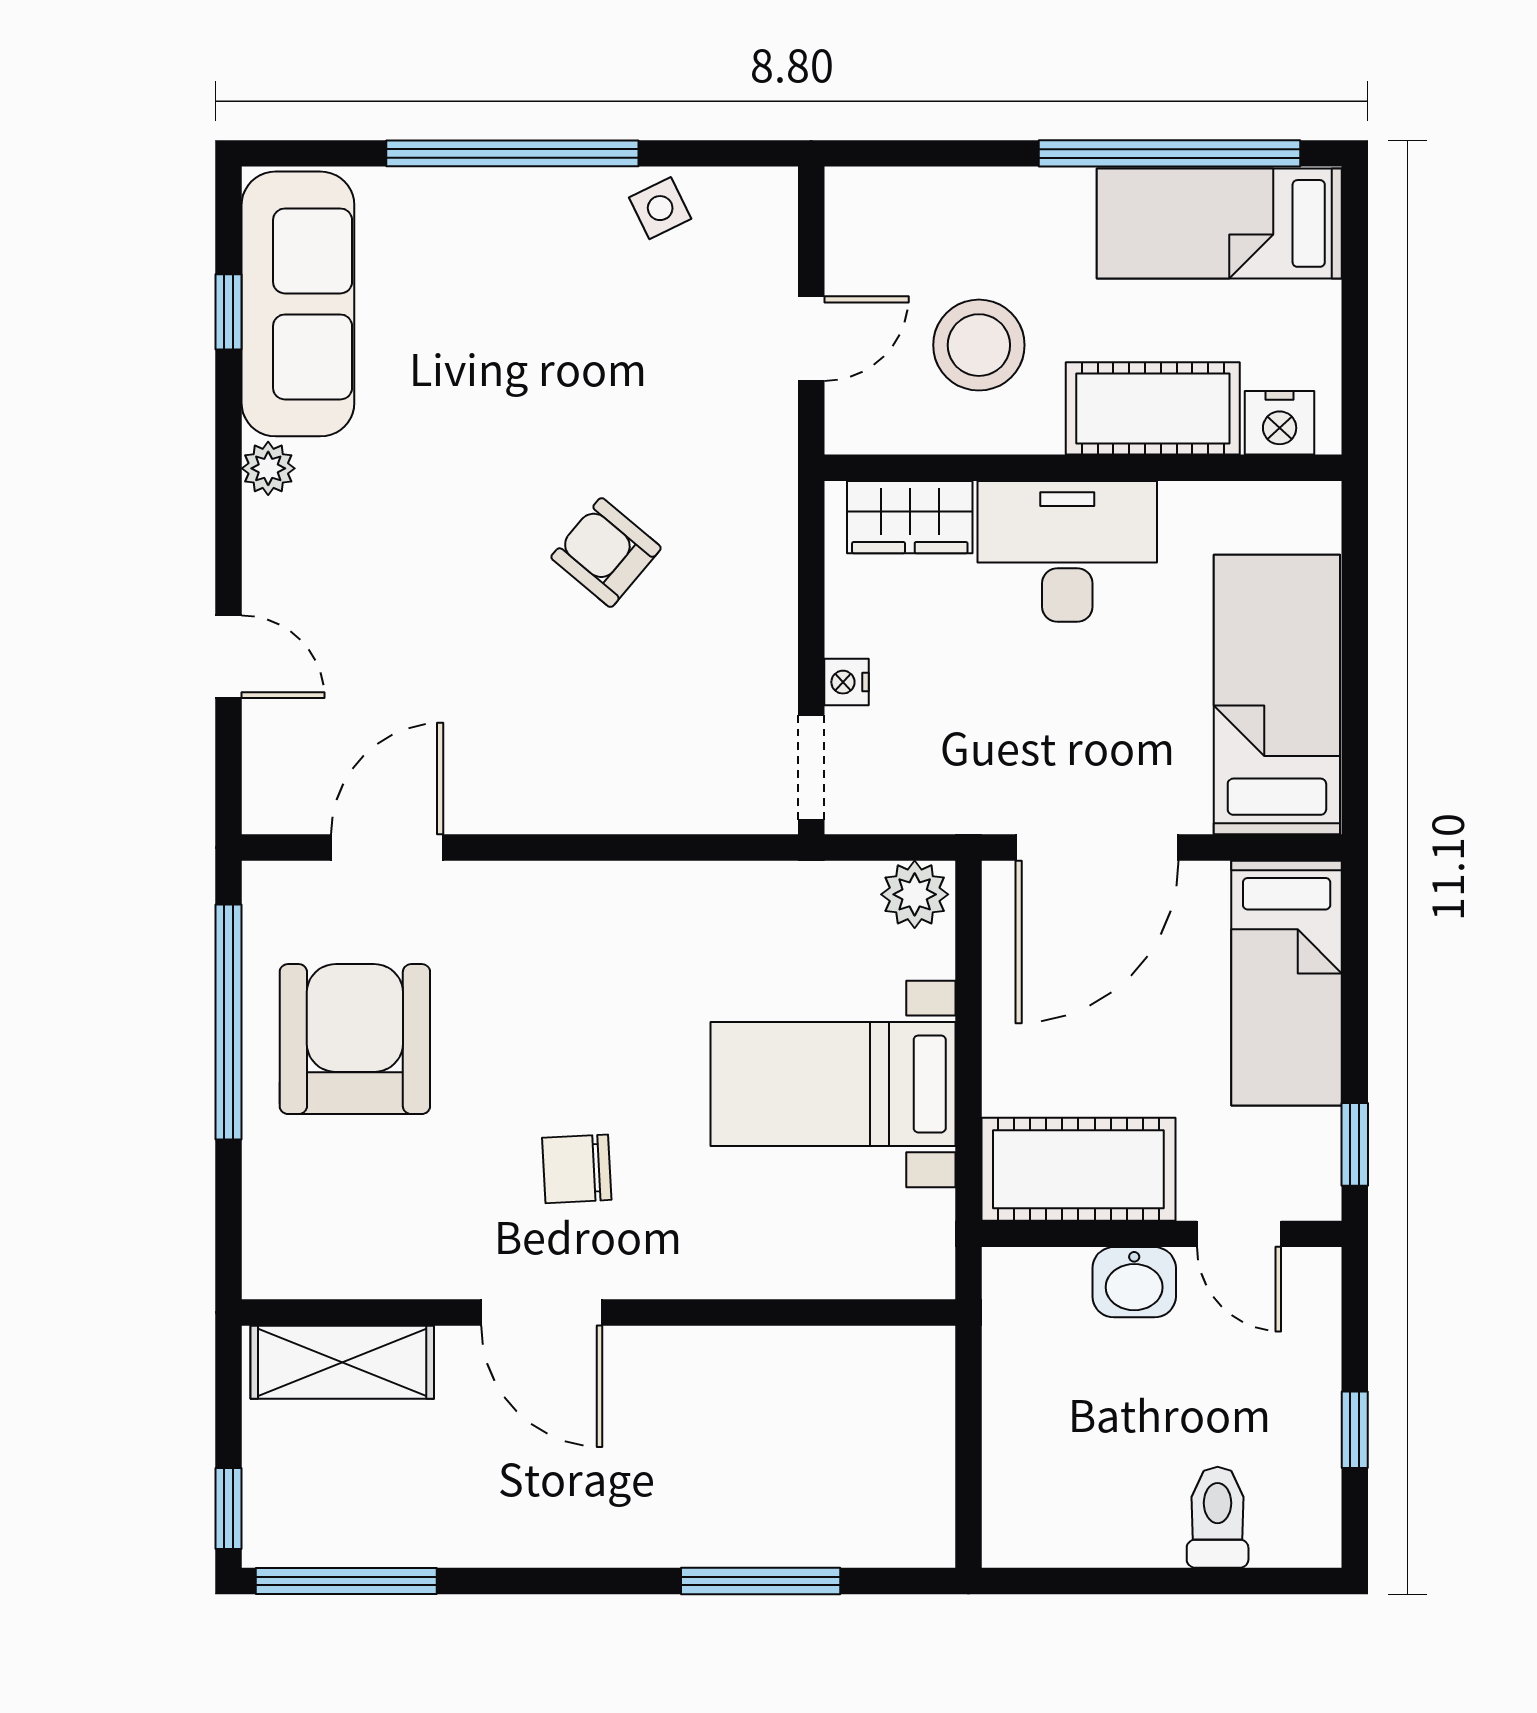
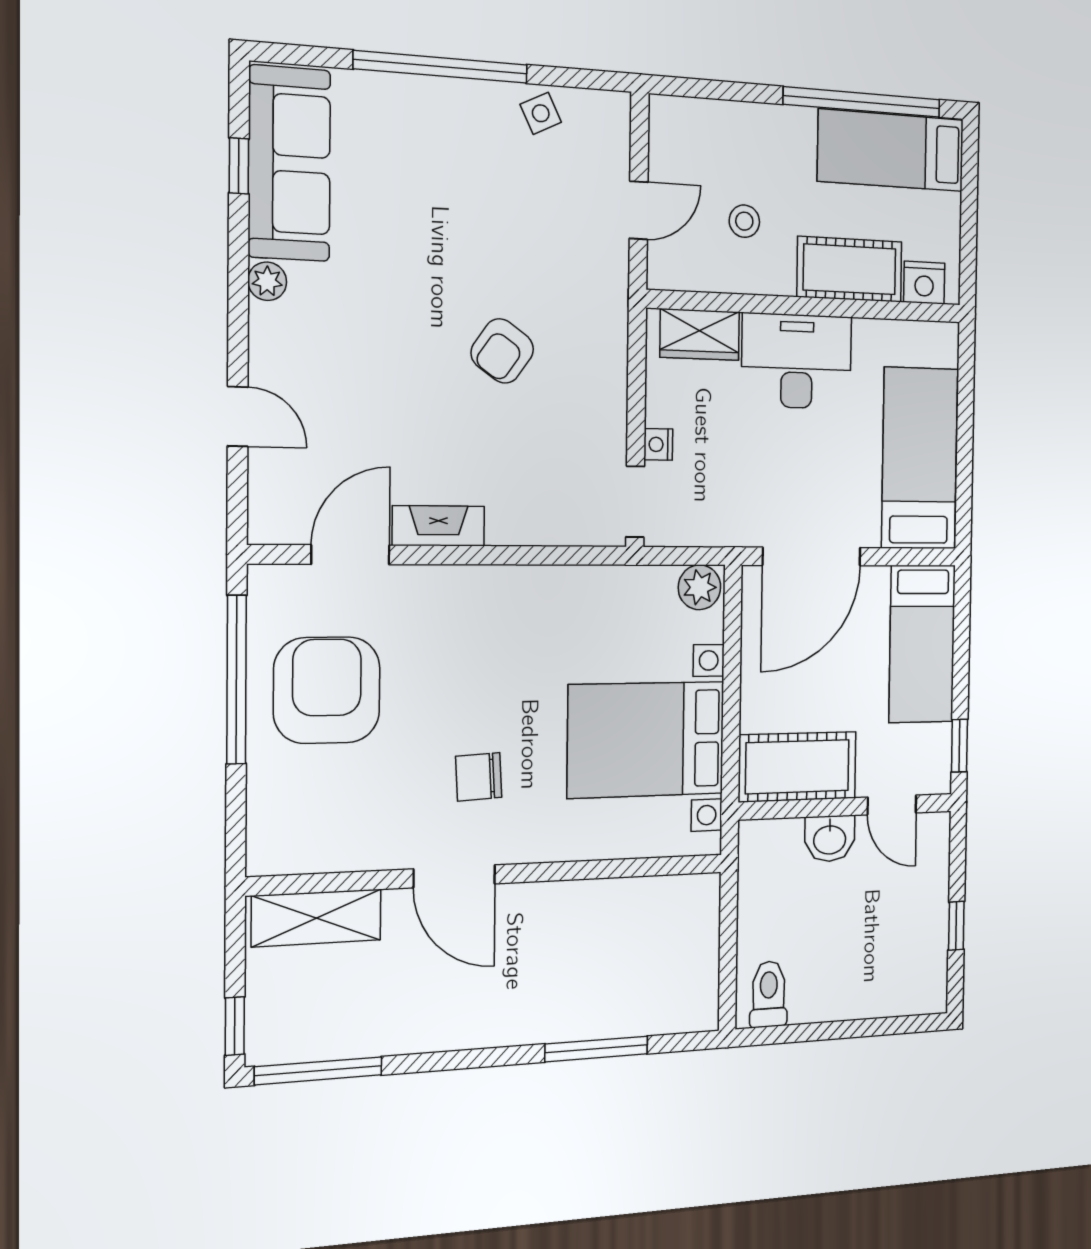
stool: (979, 345) -> (744, 221), width x0.53, depth x0.53
armchair: (606, 553) -> (502, 351), turned -95
fireplace: (514, 806) -> (438, 526), added
bed with nightstands: (833, 1084) -> (646, 740), width x1.36
toilet: (1218, 1517) -> (769, 994), moved

